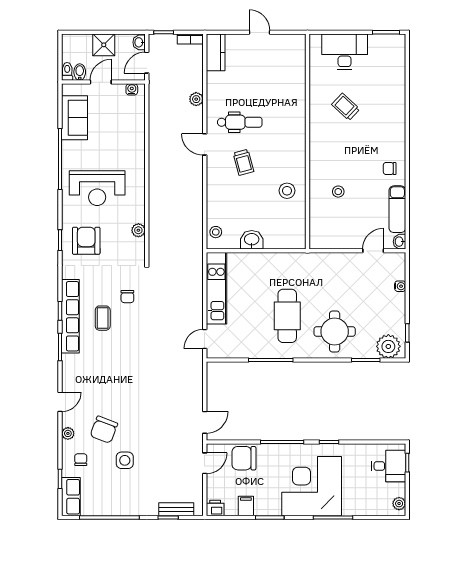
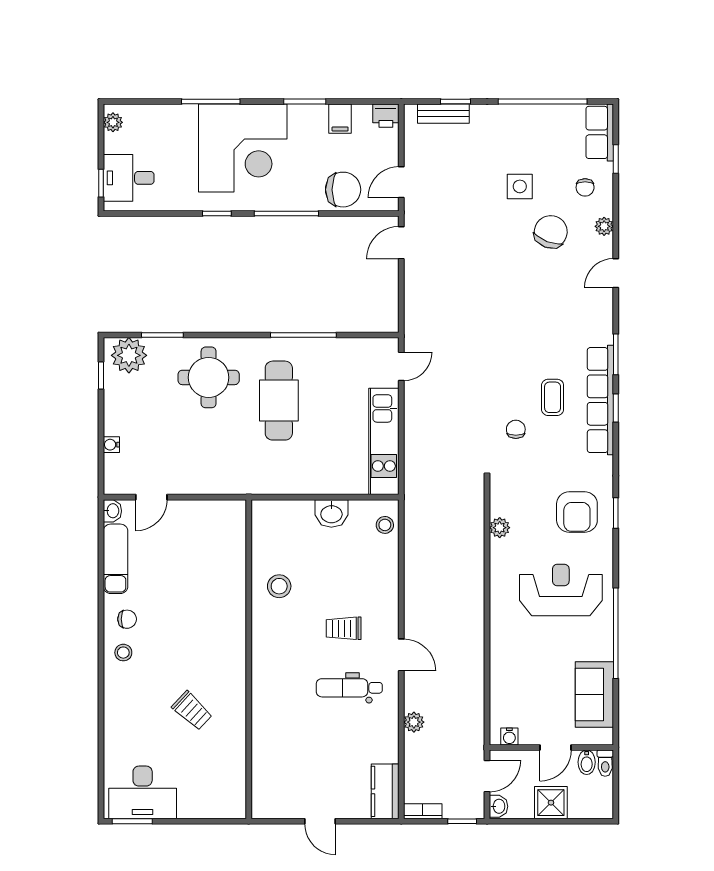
desk: (345, 52) -> (143, 792), moved
trolley: (243, 162) -> (344, 628), turned -75
stool: (338, 192) -> (123, 653), moved

